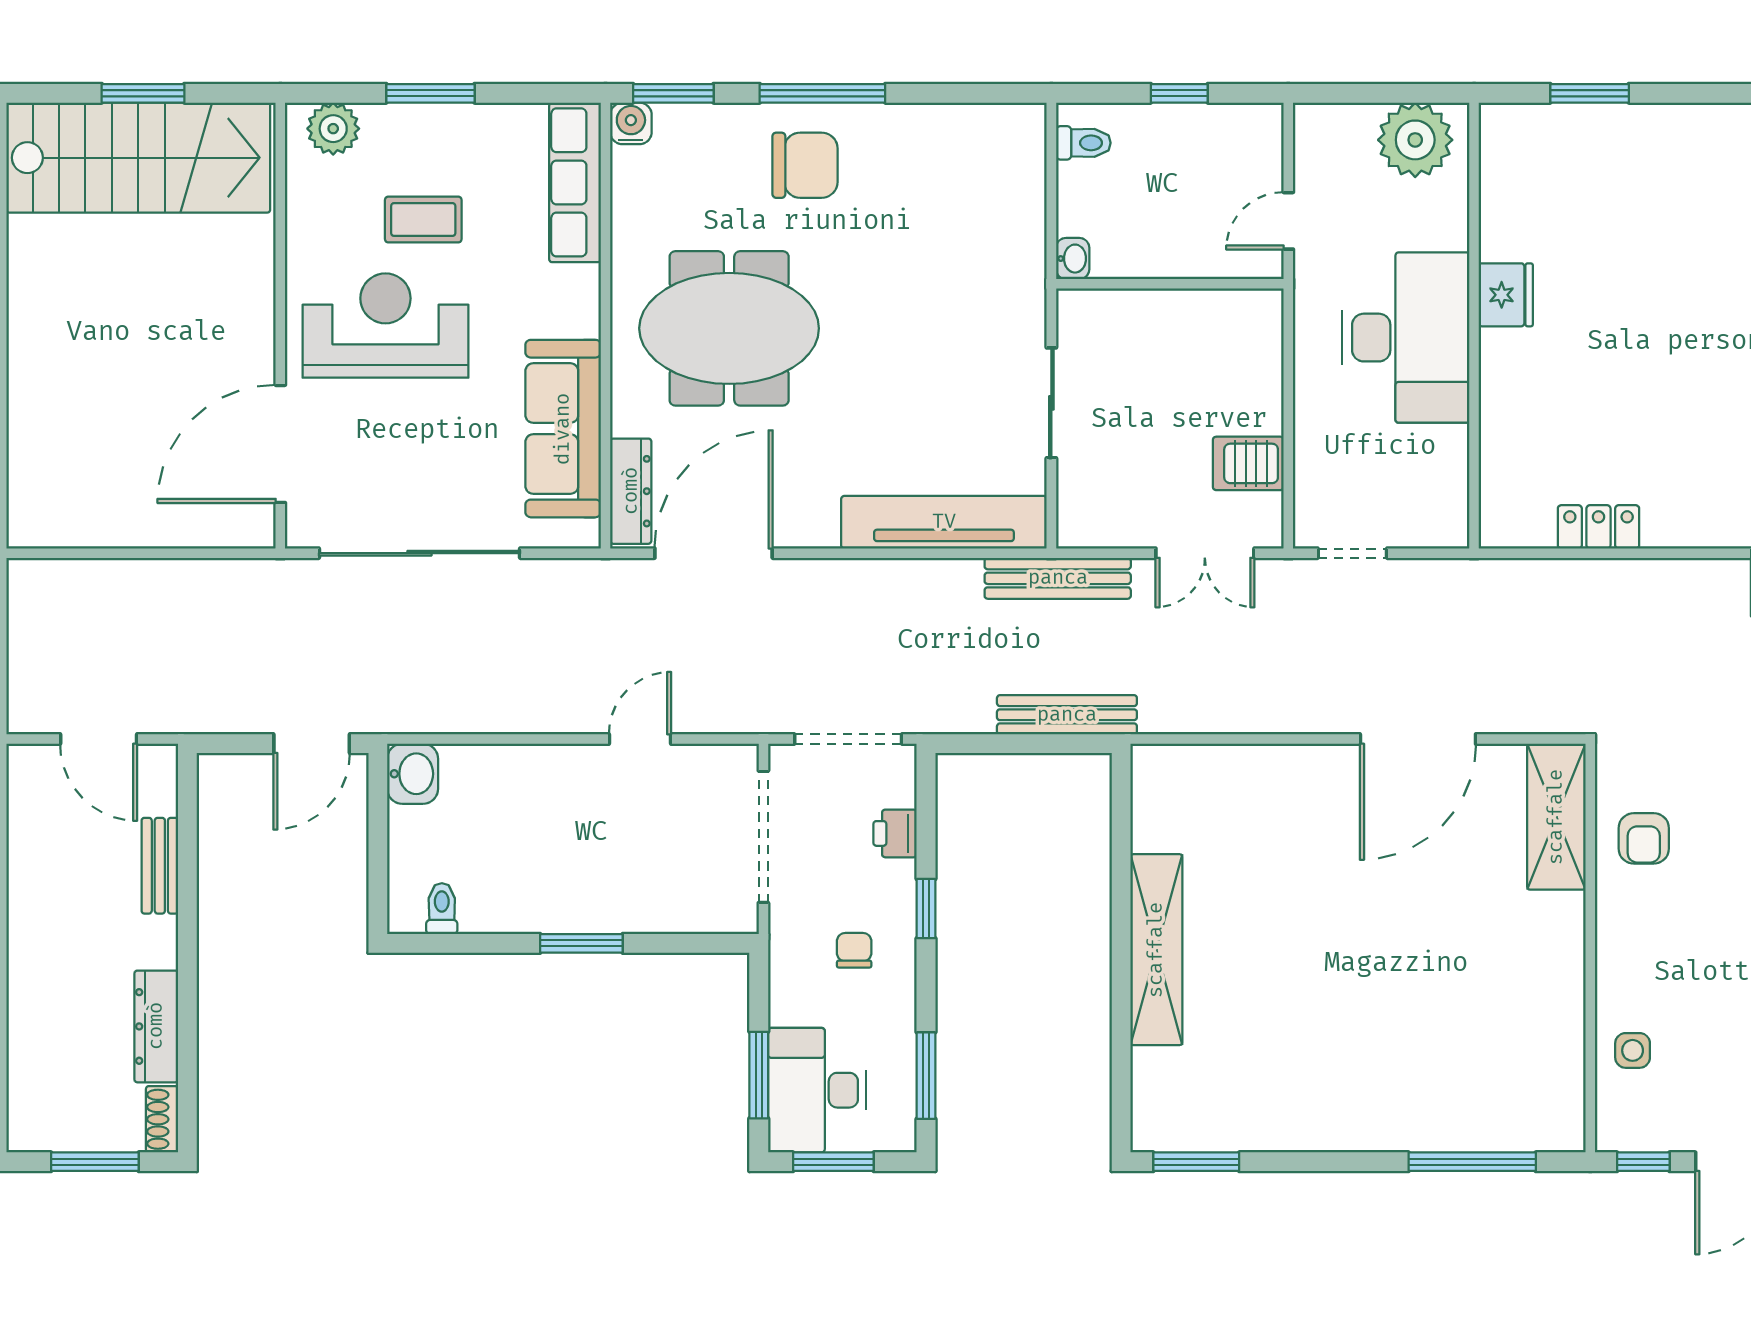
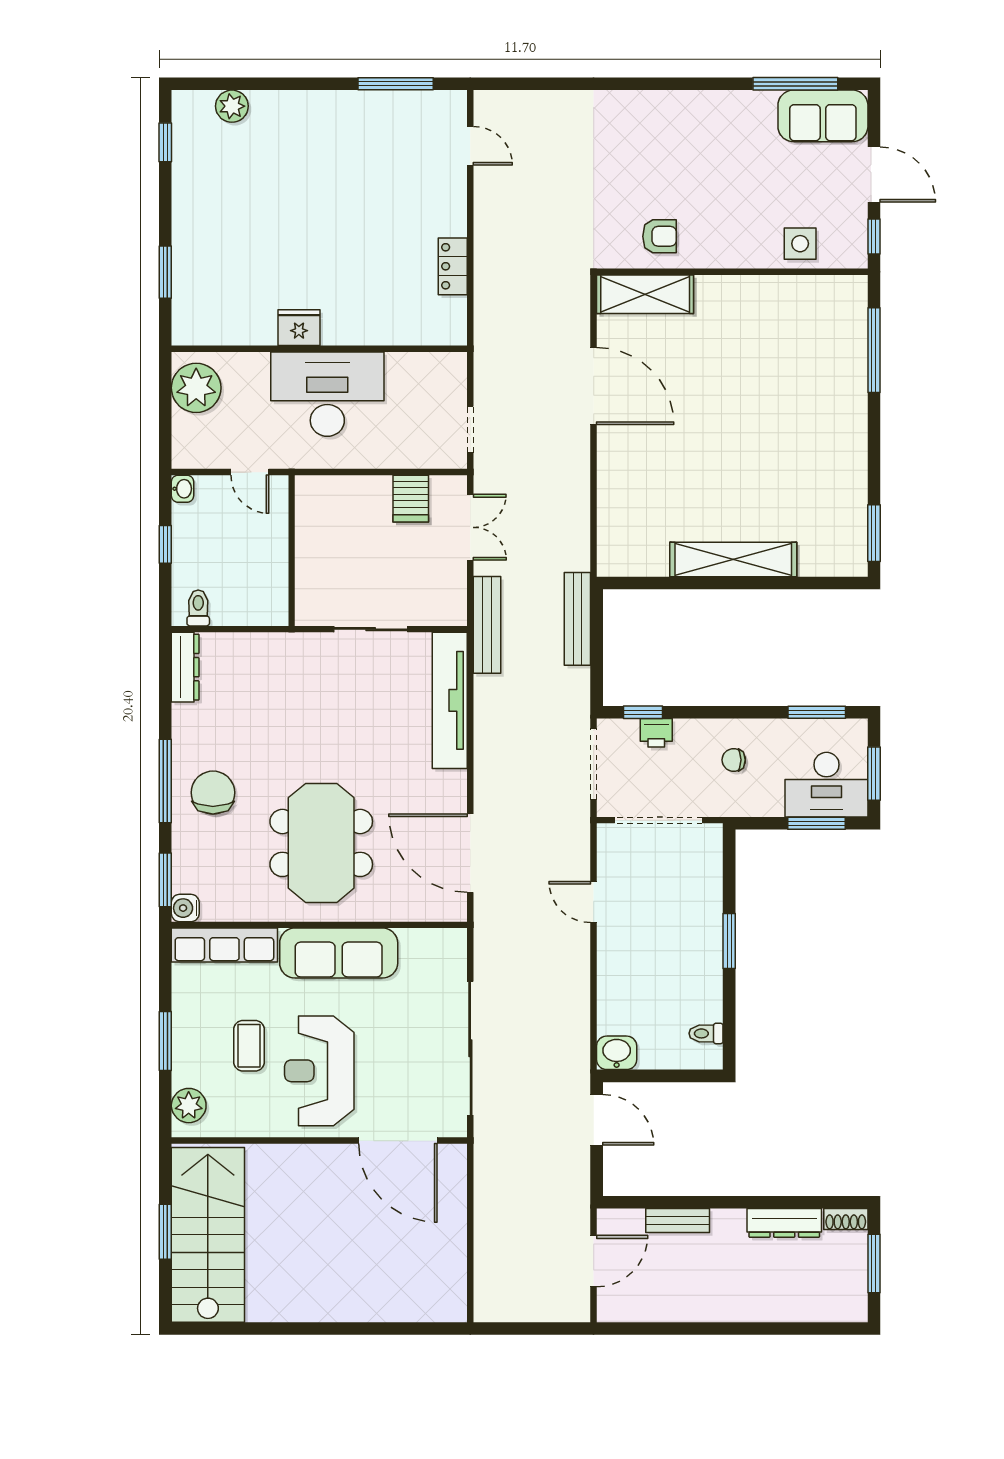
washbasin: (1073, 259) -> (183, 489), moved, turned 90
sofa: (563, 429) -> (339, 953), moved
dresser: (631, 491) -> (185, 667), moved, turned 90
window: (926, 909) -> (643, 712), moved
side table: (1633, 1050) -> (800, 244), width x1.37, depth x1.37

